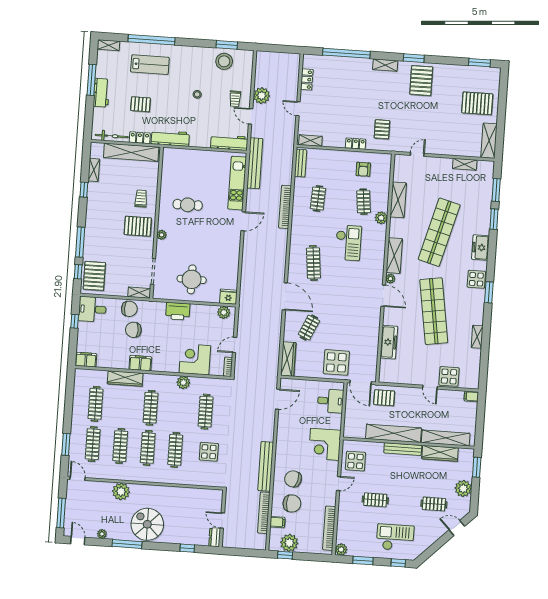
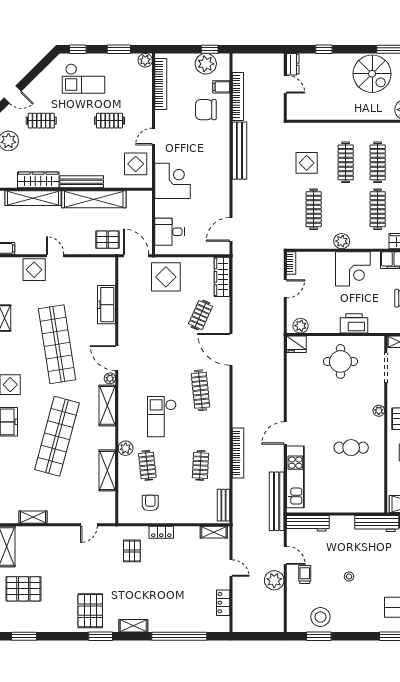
corner desk: (195, 359) -> (353, 269), moved
chair: (293, 479) -> (207, 138), removed

